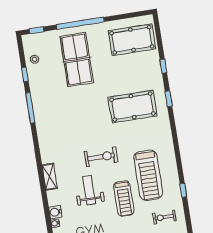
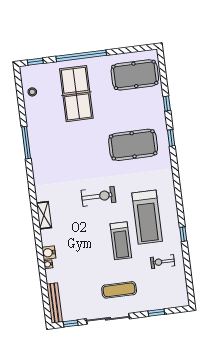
window: (25, 74) -> (22, 107), removed
weight bench: (89, 190) -> (85, 231), removed

